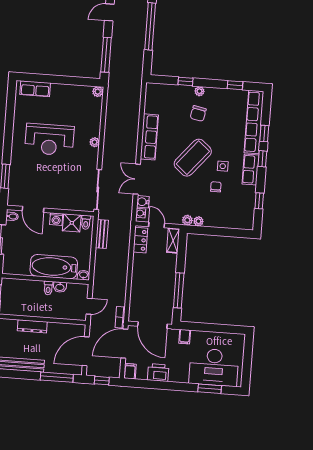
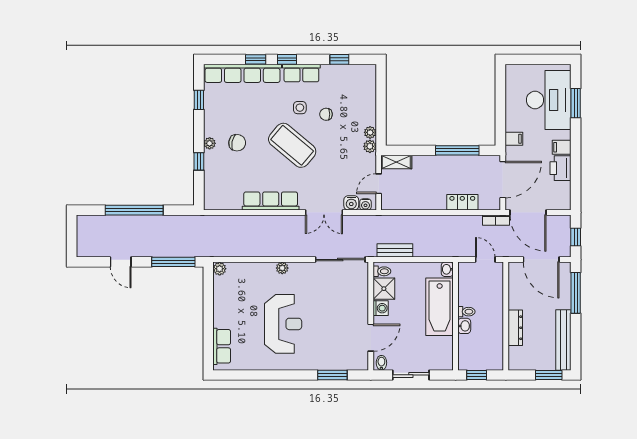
locker: (140, 240) -> (462, 202), moved
washbasin: (60, 287) -> (464, 326), moved
filing cabinet: (130, 371) -> (562, 147), moved

